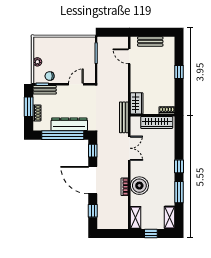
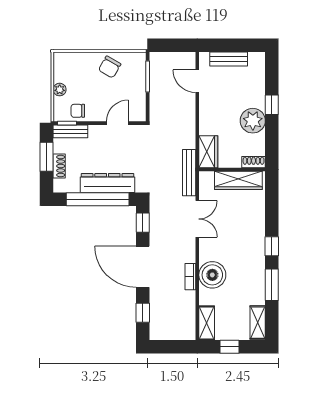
chair: (71, 47) -> (110, 67), added
plant: (166, 83) -> (253, 121), added

